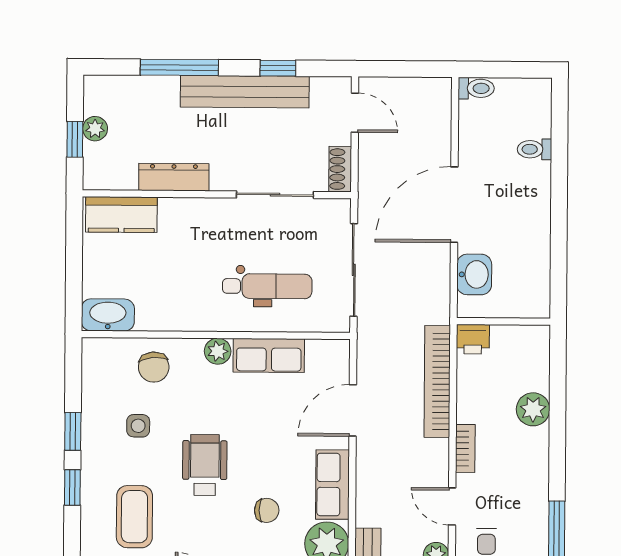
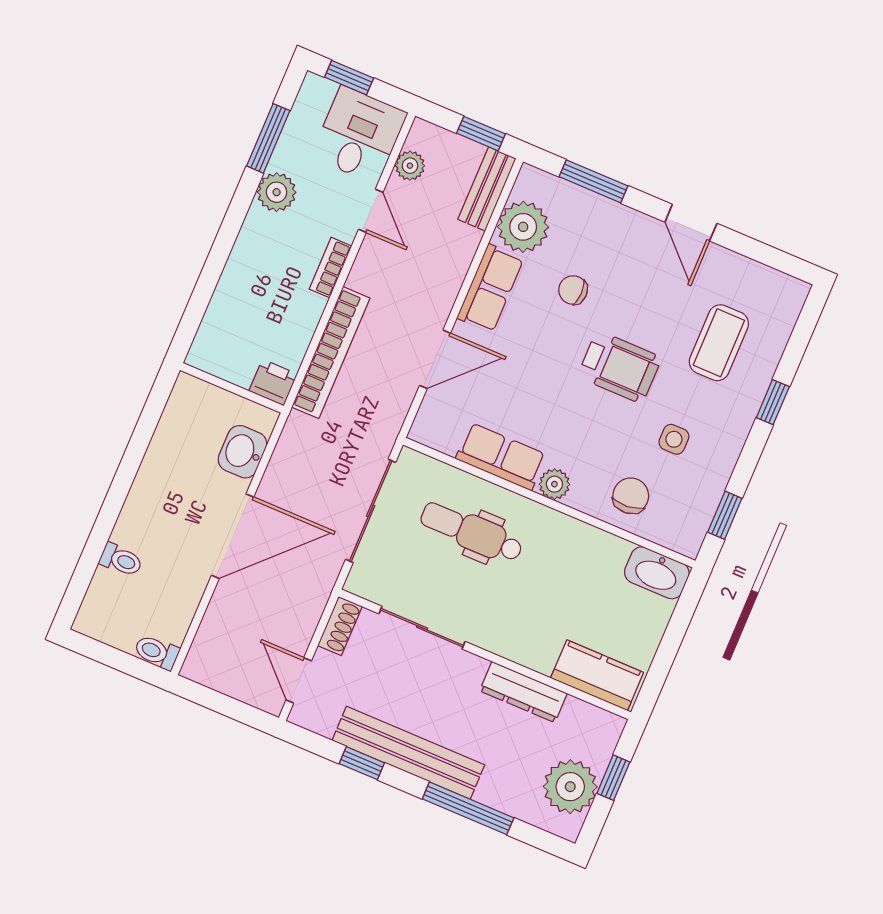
plant: (95, 129) -> (570, 787), width x1.88, depth x1.88
plant: (533, 409) -> (277, 192), moved
window: (73, 431) -> (725, 515), moved
wheelchair: (205, 465) -> (620, 367), turned -90

